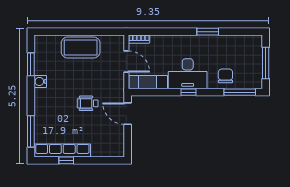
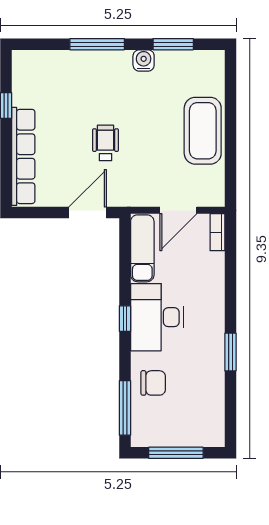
window: (31, 131) -> (97, 44), moved
row of seats: (62, 151) -> (23, 156), moved

